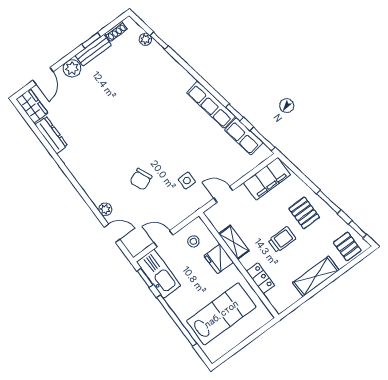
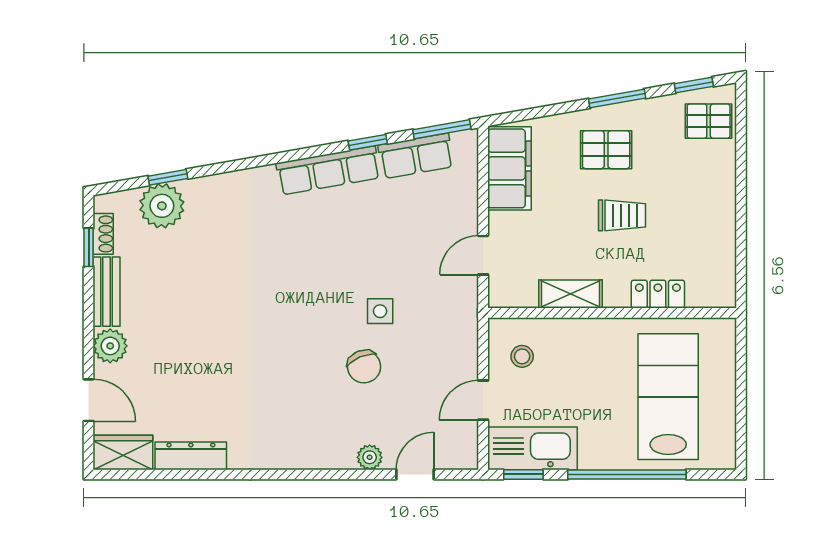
plant: (145, 39) -> (162, 206), width x1.88, depth x1.88
window: (91, 40) -> (89, 247), moved
side table: (187, 181) -> (380, 311), moved
trolley: (282, 240) -> (622, 215), turned 90
fridge: (219, 259) -> (579, 337), removed
shelving: (316, 276) -> (719, 205), removed

